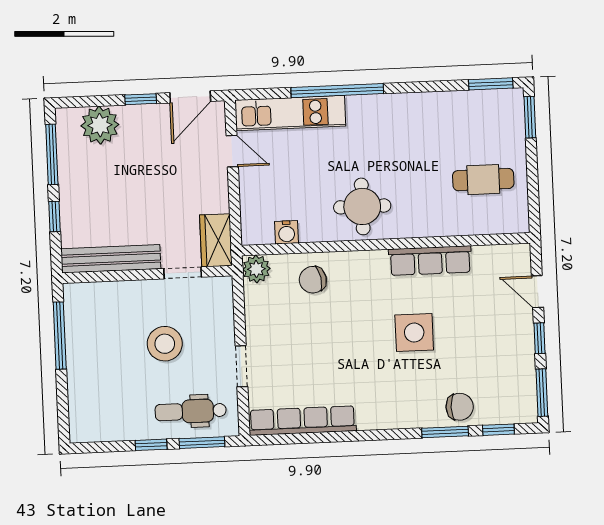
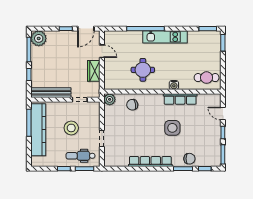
kitchen unit: (290, 113) -> (165, 37), moved
plant: (100, 125) -> (39, 38), moved
cafe table: (483, 180) -> (207, 78), moved
round table: (362, 206) -> (143, 70), moved
water cooler: (287, 232) -> (174, 85), moved
wardrobe: (216, 240) -> (94, 71), moved
kitchen counter: (83, 352) -> (38, 130), added
row of seats: (302, 421) -> (150, 162), moved

